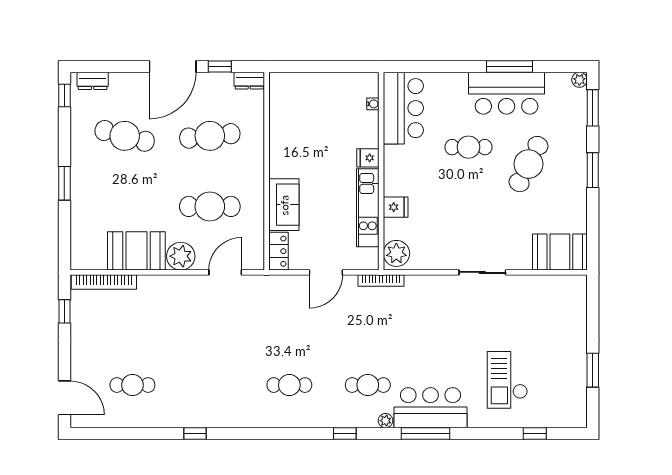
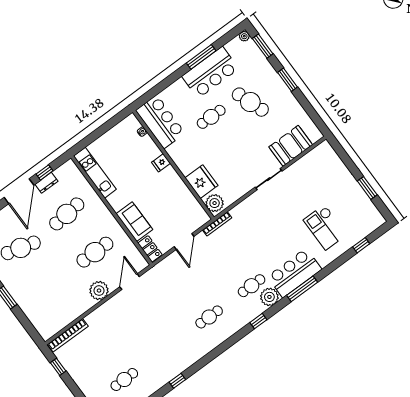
dresser: (249, 81) -> (46, 183), moved
cafe table: (528, 164) -> (250, 102), turned -47
fridge: (396, 207) -> (201, 182), width x1.88, depth x1.34
kitchen unit: (368, 208) -> (95, 173), moved, turned 180
booth: (136, 251) -> (73, 305), removed
booth: (560, 252) -> (291, 146), moved
plant: (386, 421) -> (269, 297), width x1.88, depth x1.88

